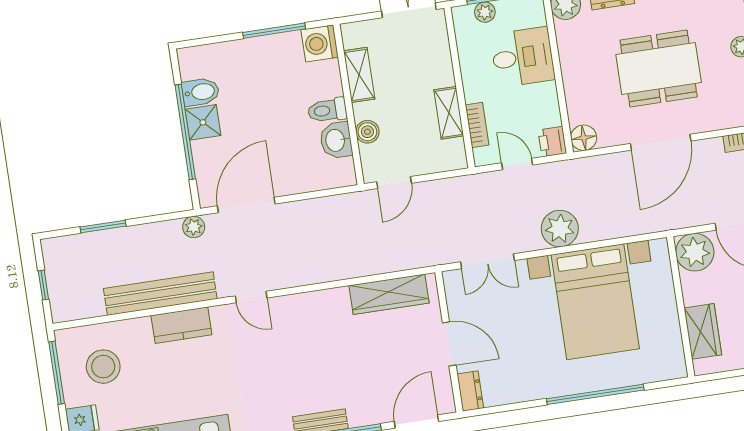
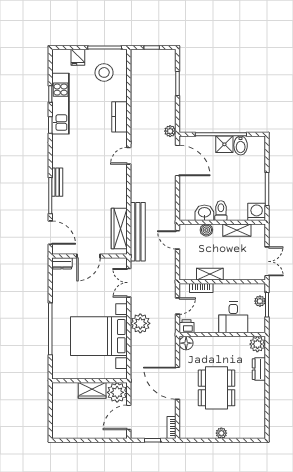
bench: (160, 294) -> (138, 232), moved
wardrobe: (703, 331) -> (92, 390), moved

